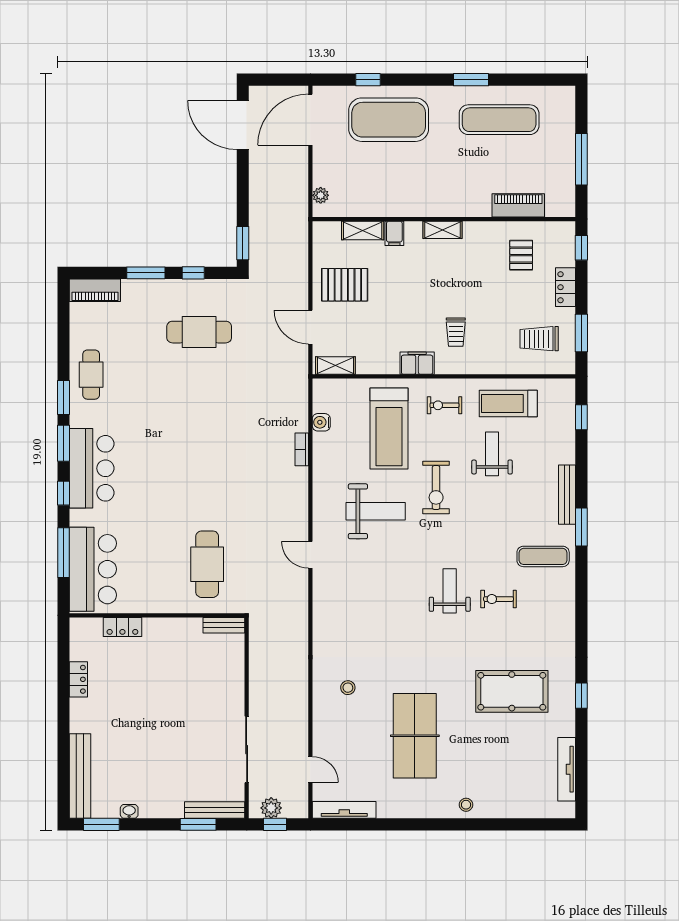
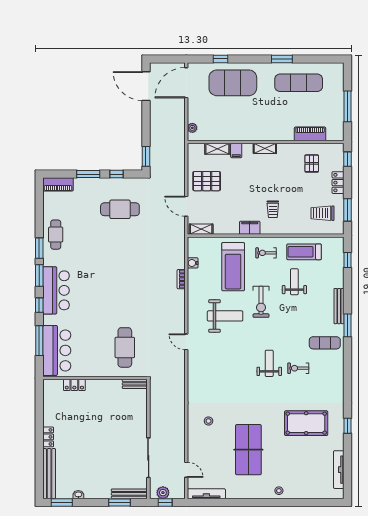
locker: (78, 679) -> (48, 437), moved

